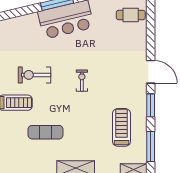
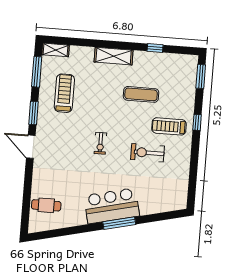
exercise bike: (35, 75) -> (148, 153), turned 180
treadmill: (121, 127) -> (64, 93), turned 180

